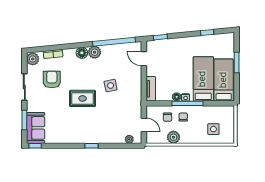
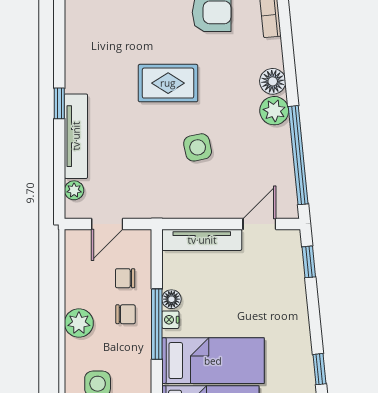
tv unit: (151, 89) -> (202, 240), width x1.41
rug: (83, 98) -> (168, 83), turned 90
plant: (173, 137) -> (79, 323), moved
tv unit: (106, 138) -> (76, 136), added

